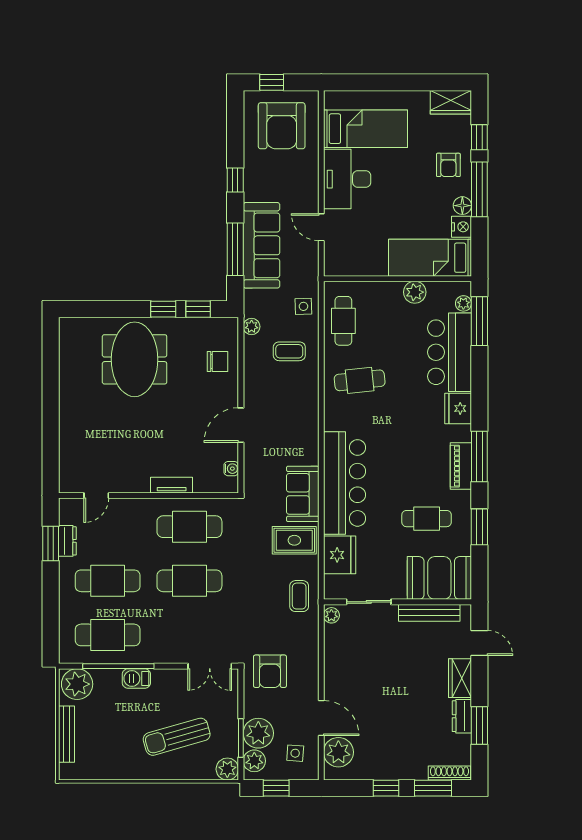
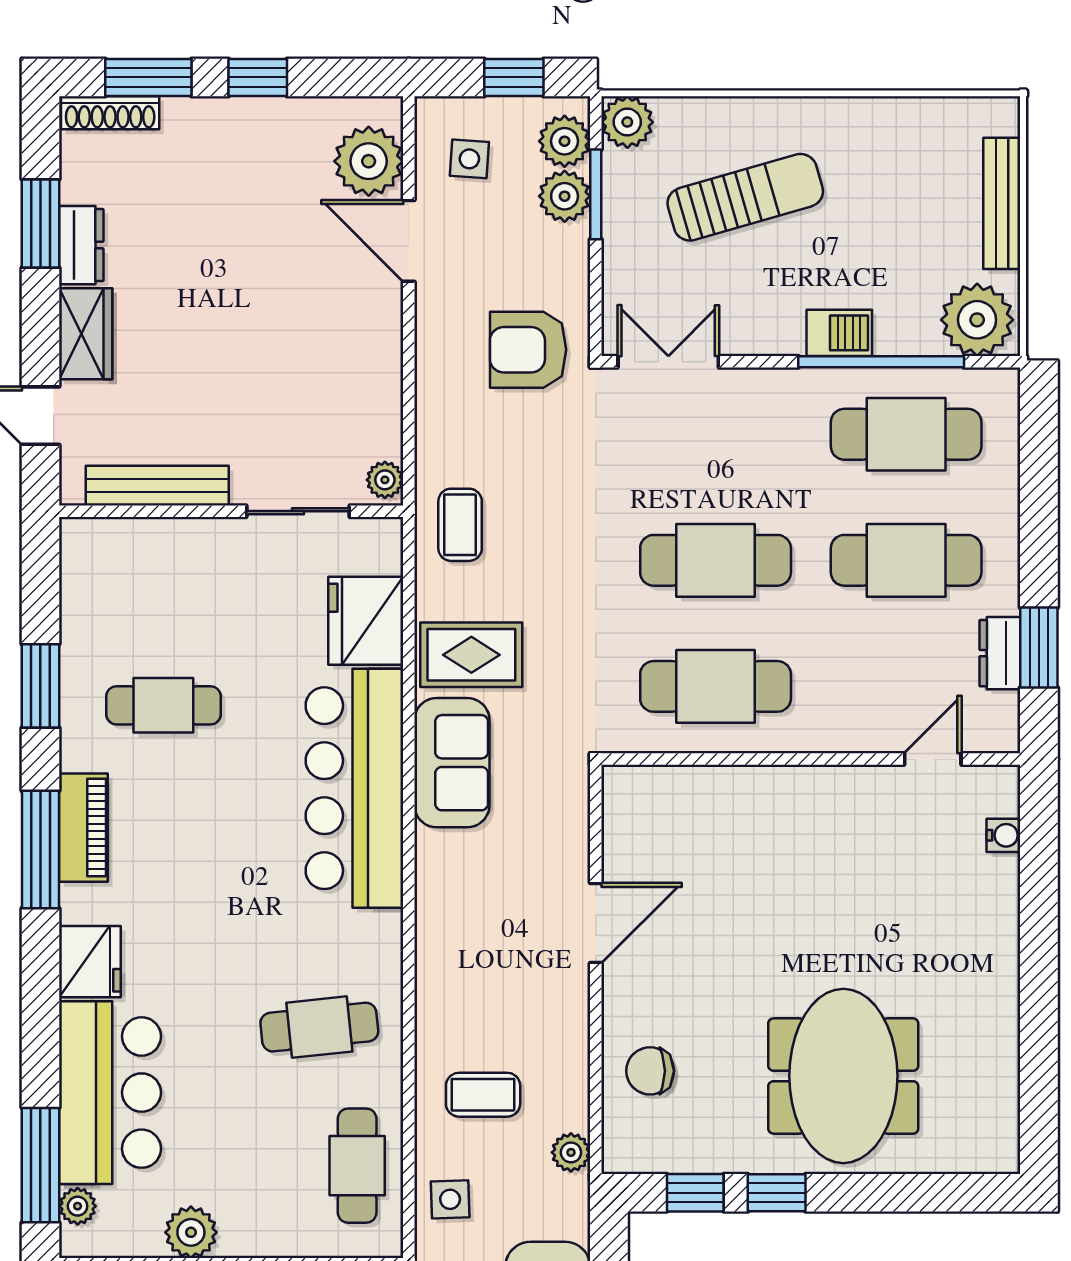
water cooler: (231, 469) -> (1003, 835), moved, turned 180
tv unit: (172, 485) -> (757, 783), removed
booth: (439, 578) -> (134, 567), removed
armchair: (270, 671) -> (528, 350), turned -90
plant: (258, 733) -> (565, 196), width x0.73, depth x0.73

